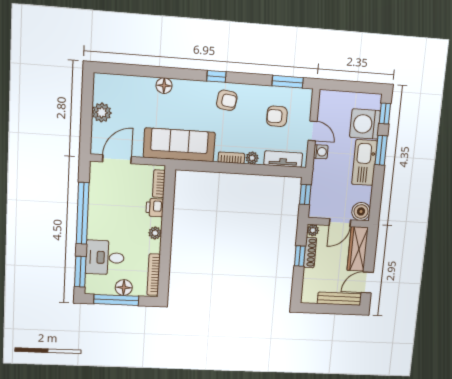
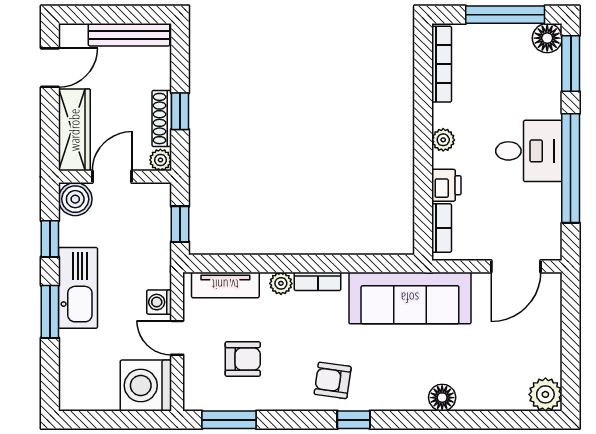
plant: (102, 112) -> (545, 394), moved
window: (385, 113) -> (50, 239), moved
washing machine: (365, 124) -> (146, 385), moved, turned 180
desk: (105, 258) -> (529, 151), moved
floor lamp: (124, 288) -> (547, 38), moved
bench: (339, 299) -> (129, 35), moved

